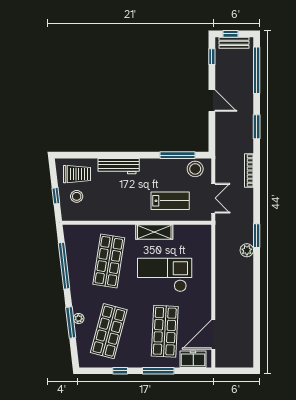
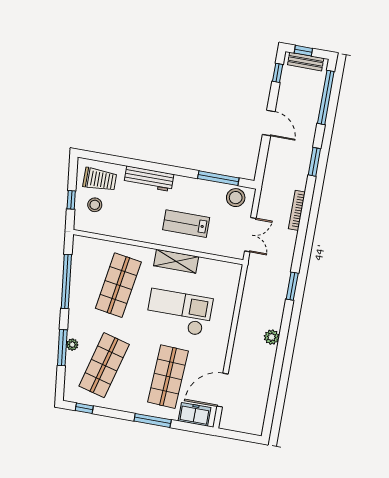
lab bench: (170, 201) -> (186, 224), moved, turned 180
plant: (247, 250) -> (272, 337), moved
window: (120, 371) -> (84, 408), moved

